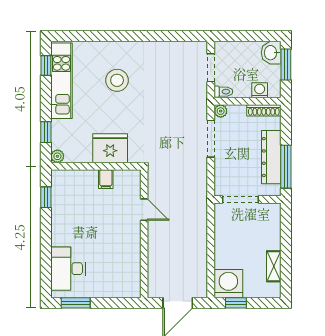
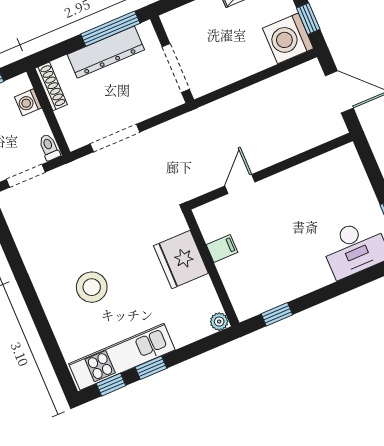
plant: (221, 111) -> (75, 140), removed
window: (46, 132) -> (151, 368), moved

